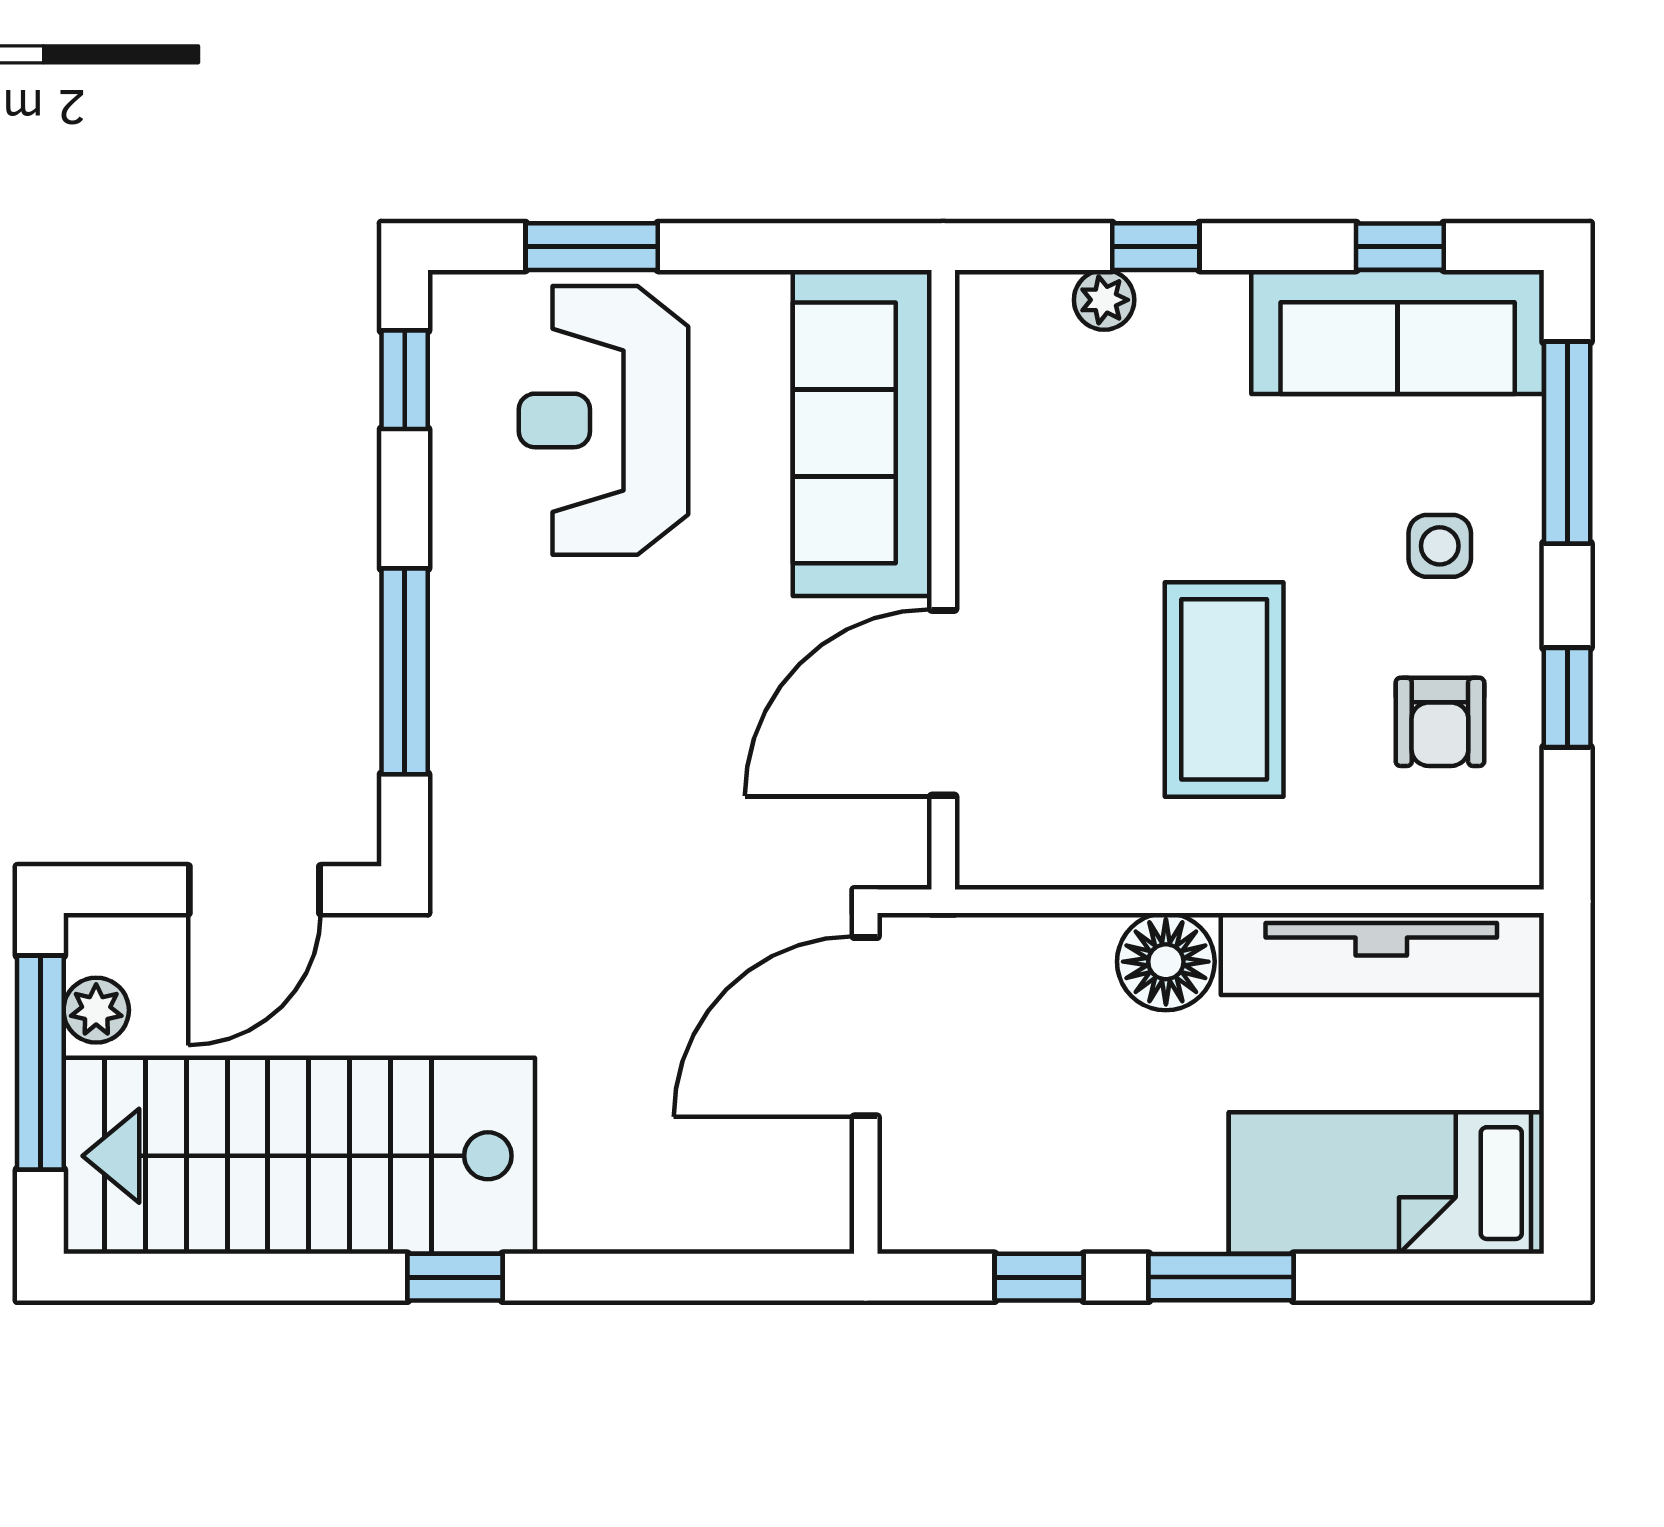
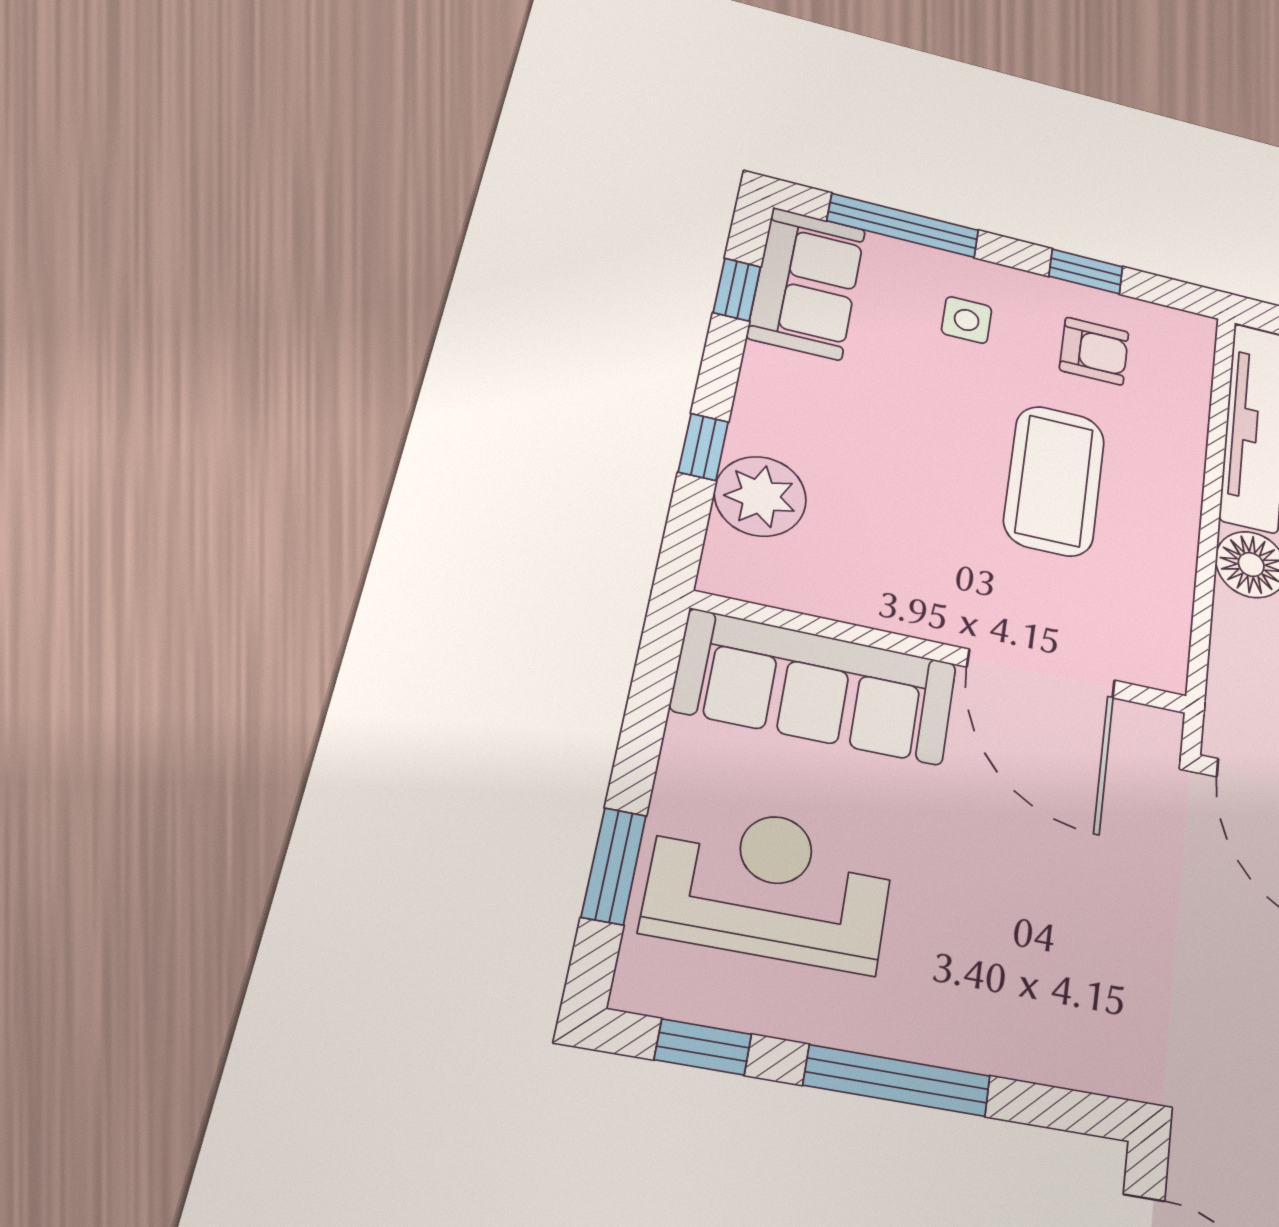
plant: (1104, 300) -> (760, 496), width x1.88, depth x1.88
sofa: (1398, 332) -> (807, 283), width x0.73
reception desk: (603, 420) -> (770, 885), turned 180
window: (405, 671) -> (897, 1081), moved
coffee table: (1224, 689) -> (1054, 480), turned 90

